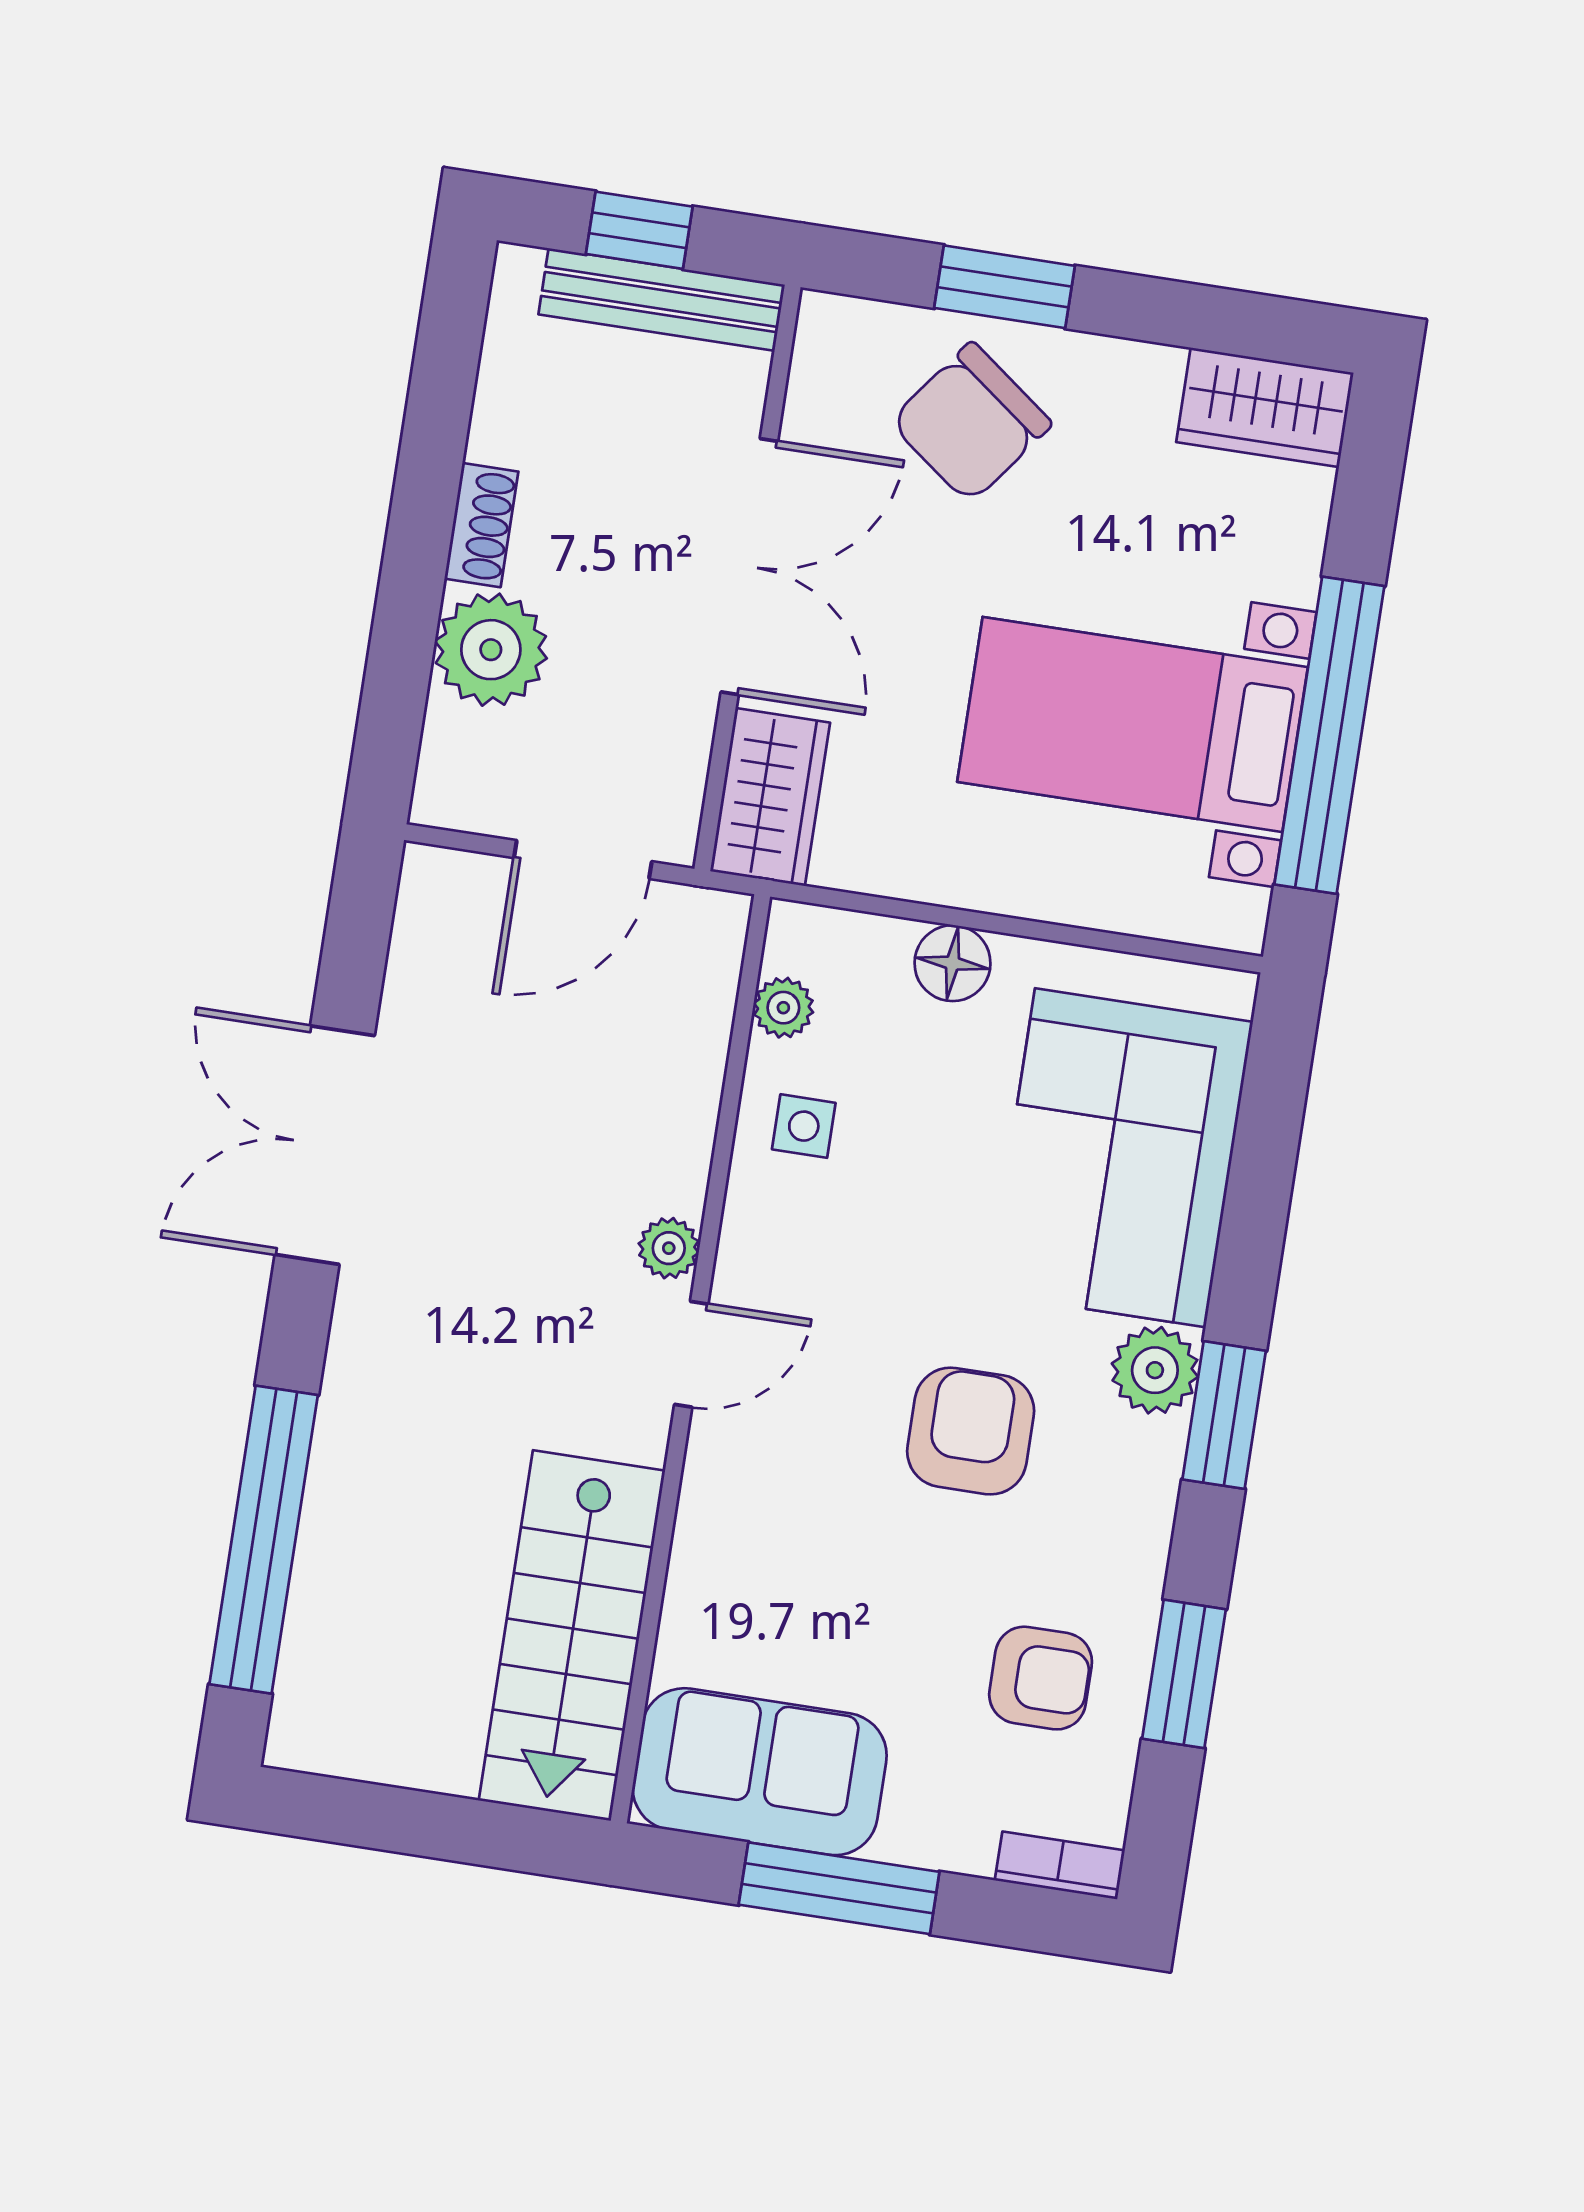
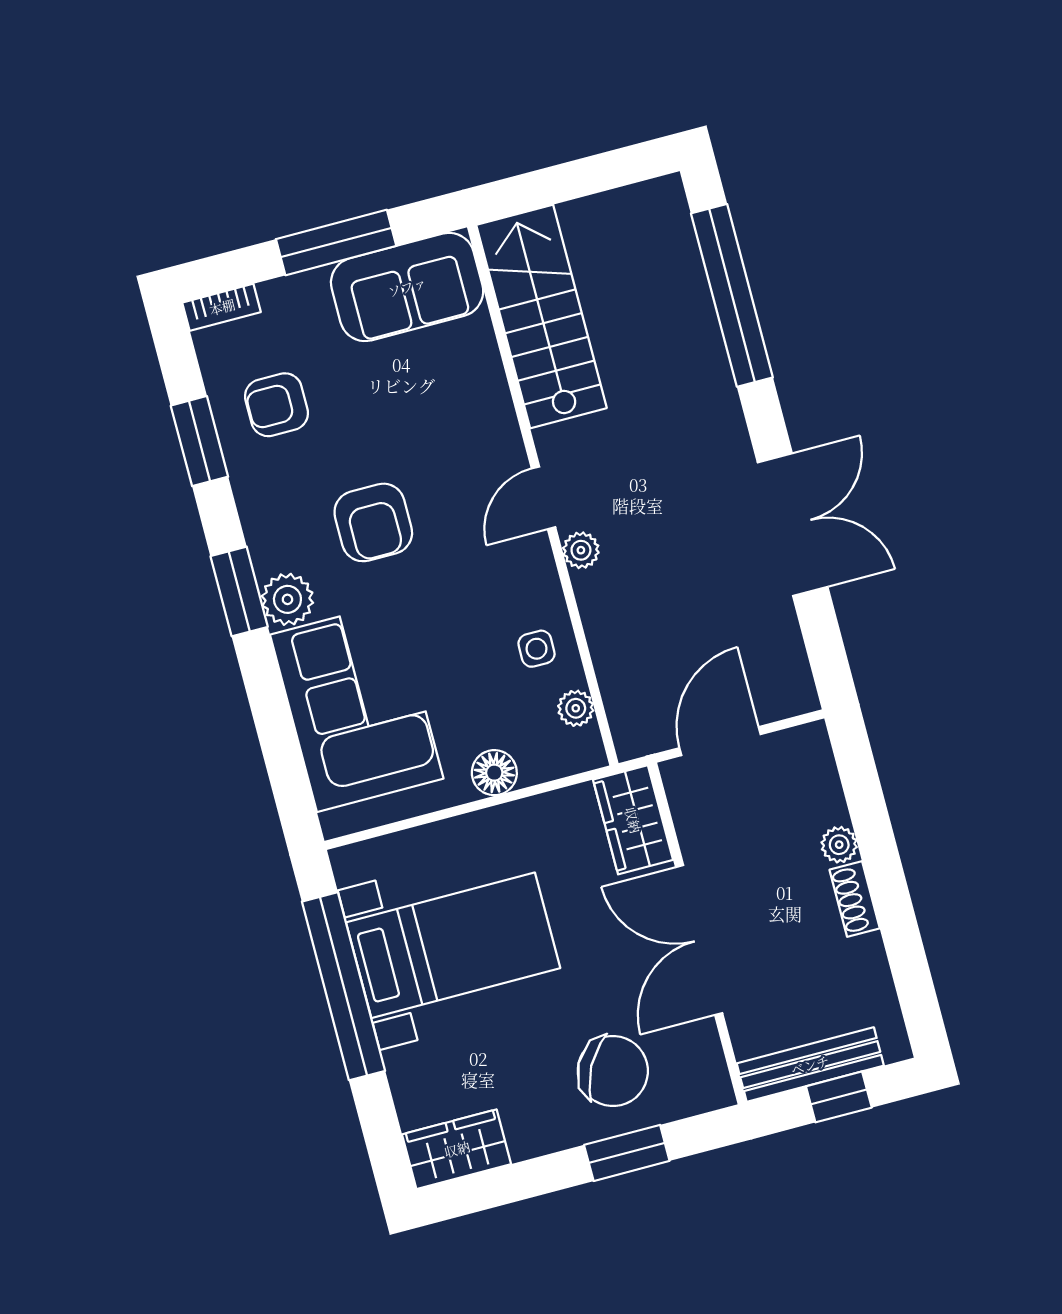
chair: (971, 423) -> (613, 1071), turned 81
plant: (491, 650) -> (839, 845), width x0.53, depth x0.53

